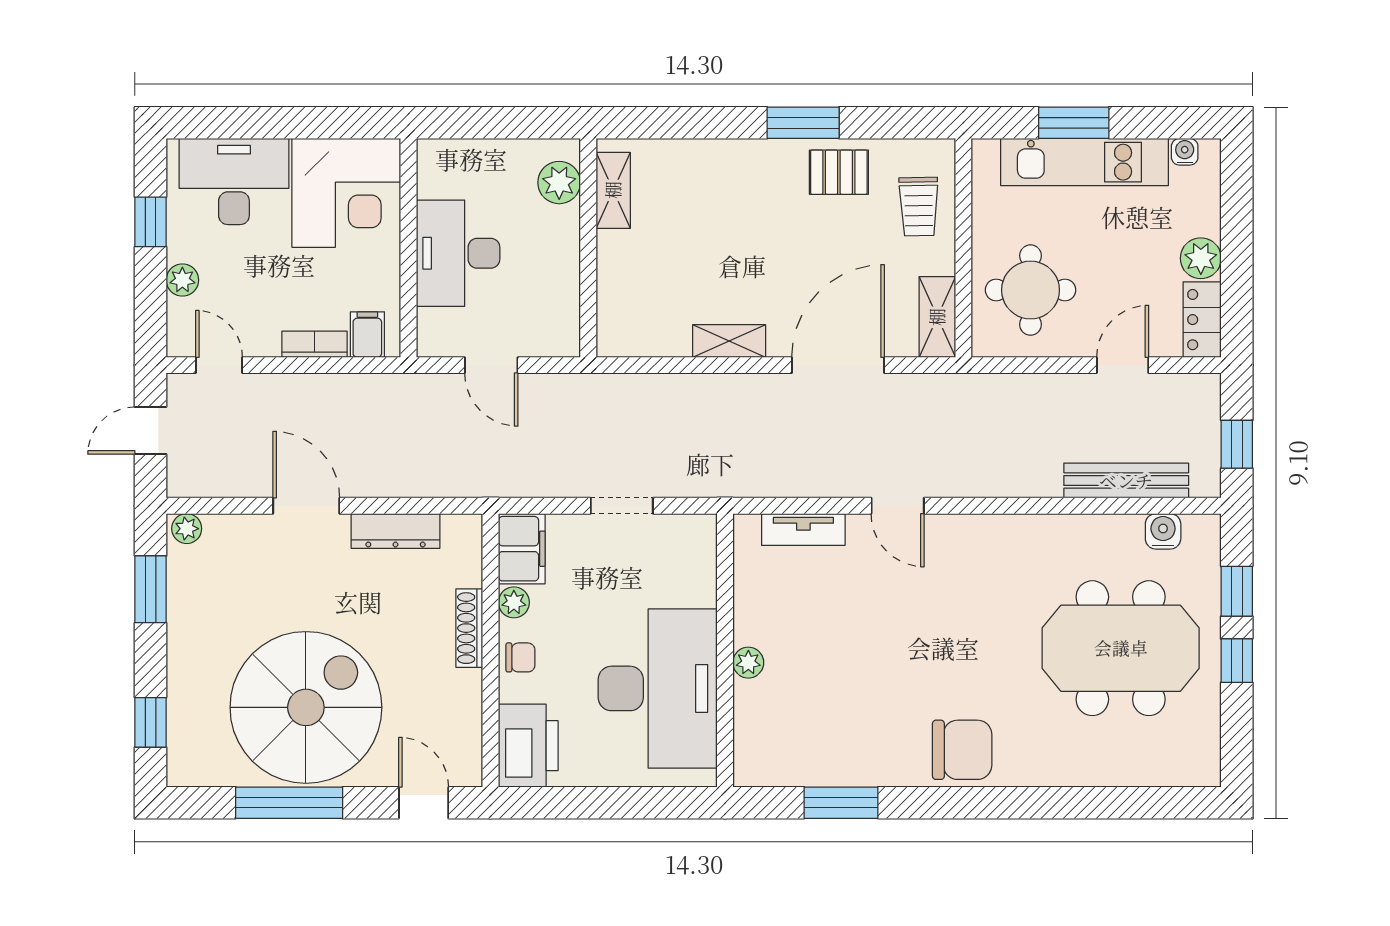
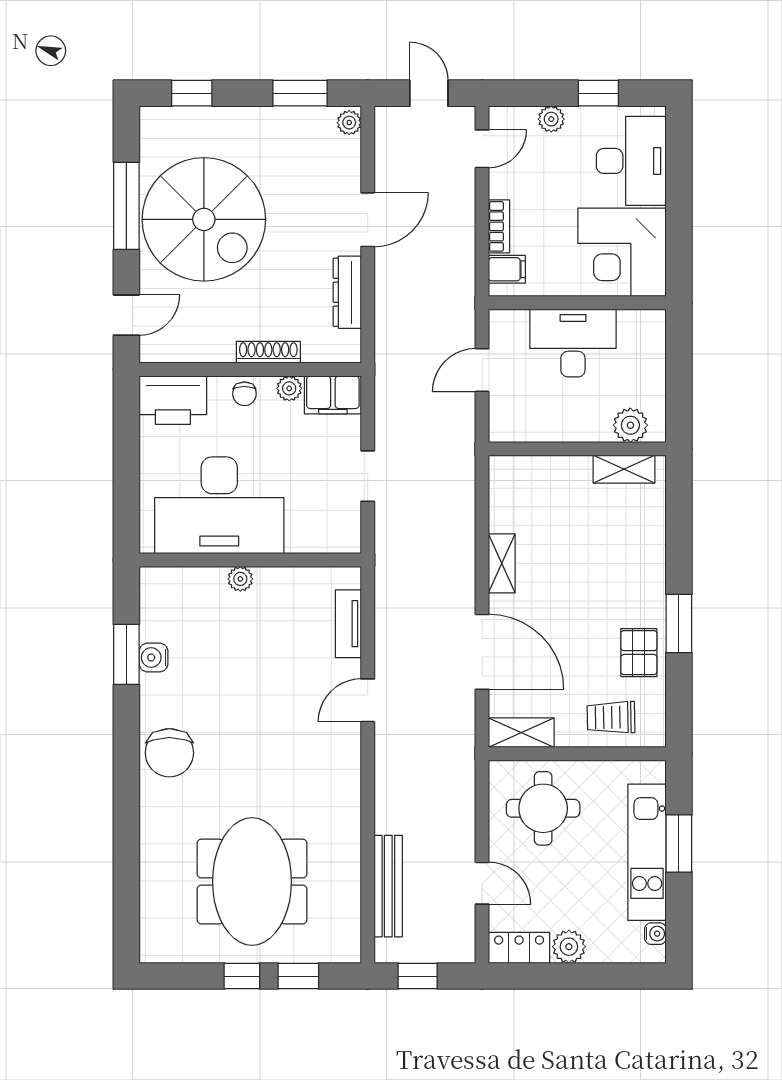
water cooler: (1163, 531) -> (153, 657), moved, turned 180

